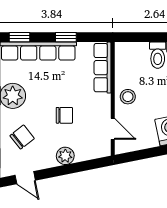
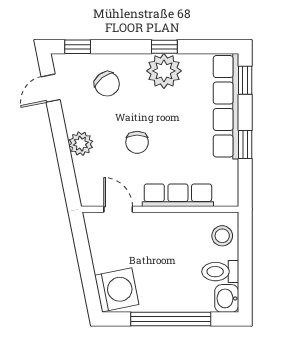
row of seats: (103, 68) -> (178, 195), moved
stool: (128, 97) -> (222, 236), moved
door: (113, 129) -> (118, 209), swing flipped

